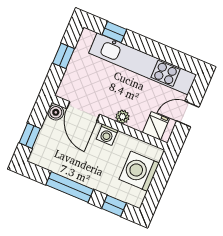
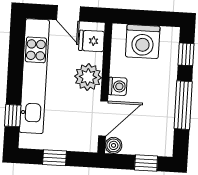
plant: (122, 117) -> (88, 77), width x1.88, depth x1.88

